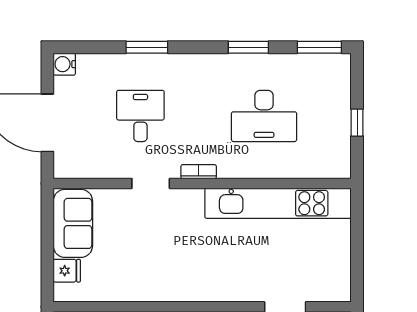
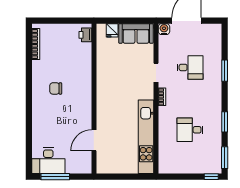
water cooler: (64, 64) -> (164, 29), moved
desk: (264, 116) -> (190, 130), width x0.73
window: (357, 123) -> (211, 177), moved

